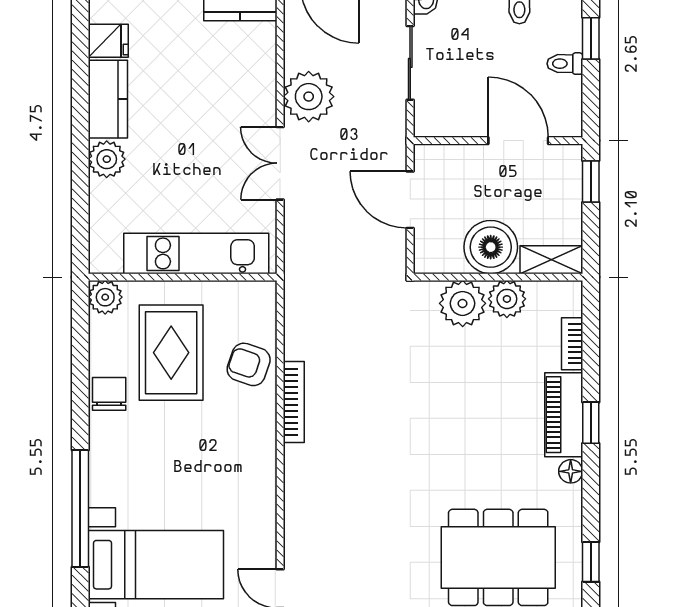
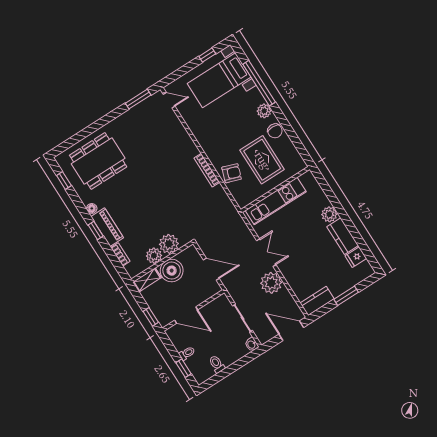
plant: (105, 297) -> (264, 111), moved

